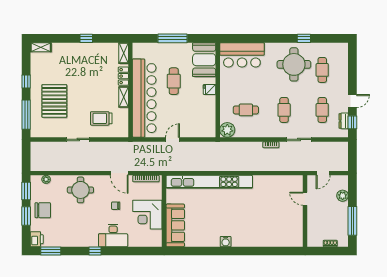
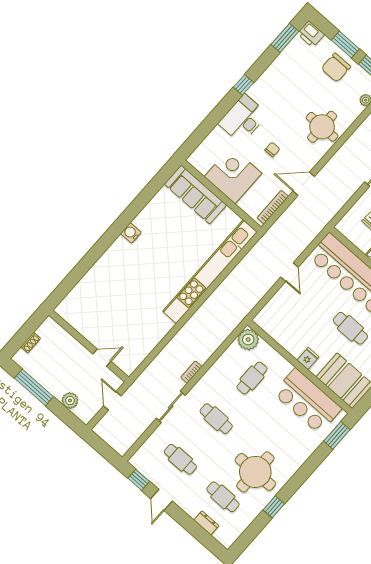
window: (237, 38) -> (337, 435), added
bar counter: (242, 55) -> (307, 401), moved, turned -90
dresser: (344, 121) -> (206, 523), moved

